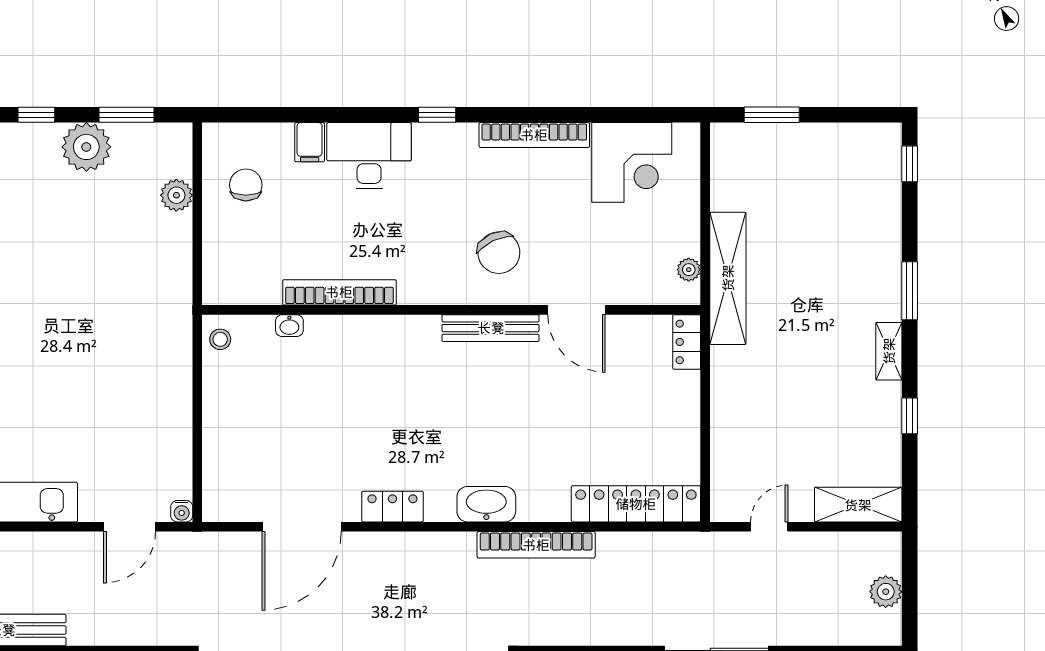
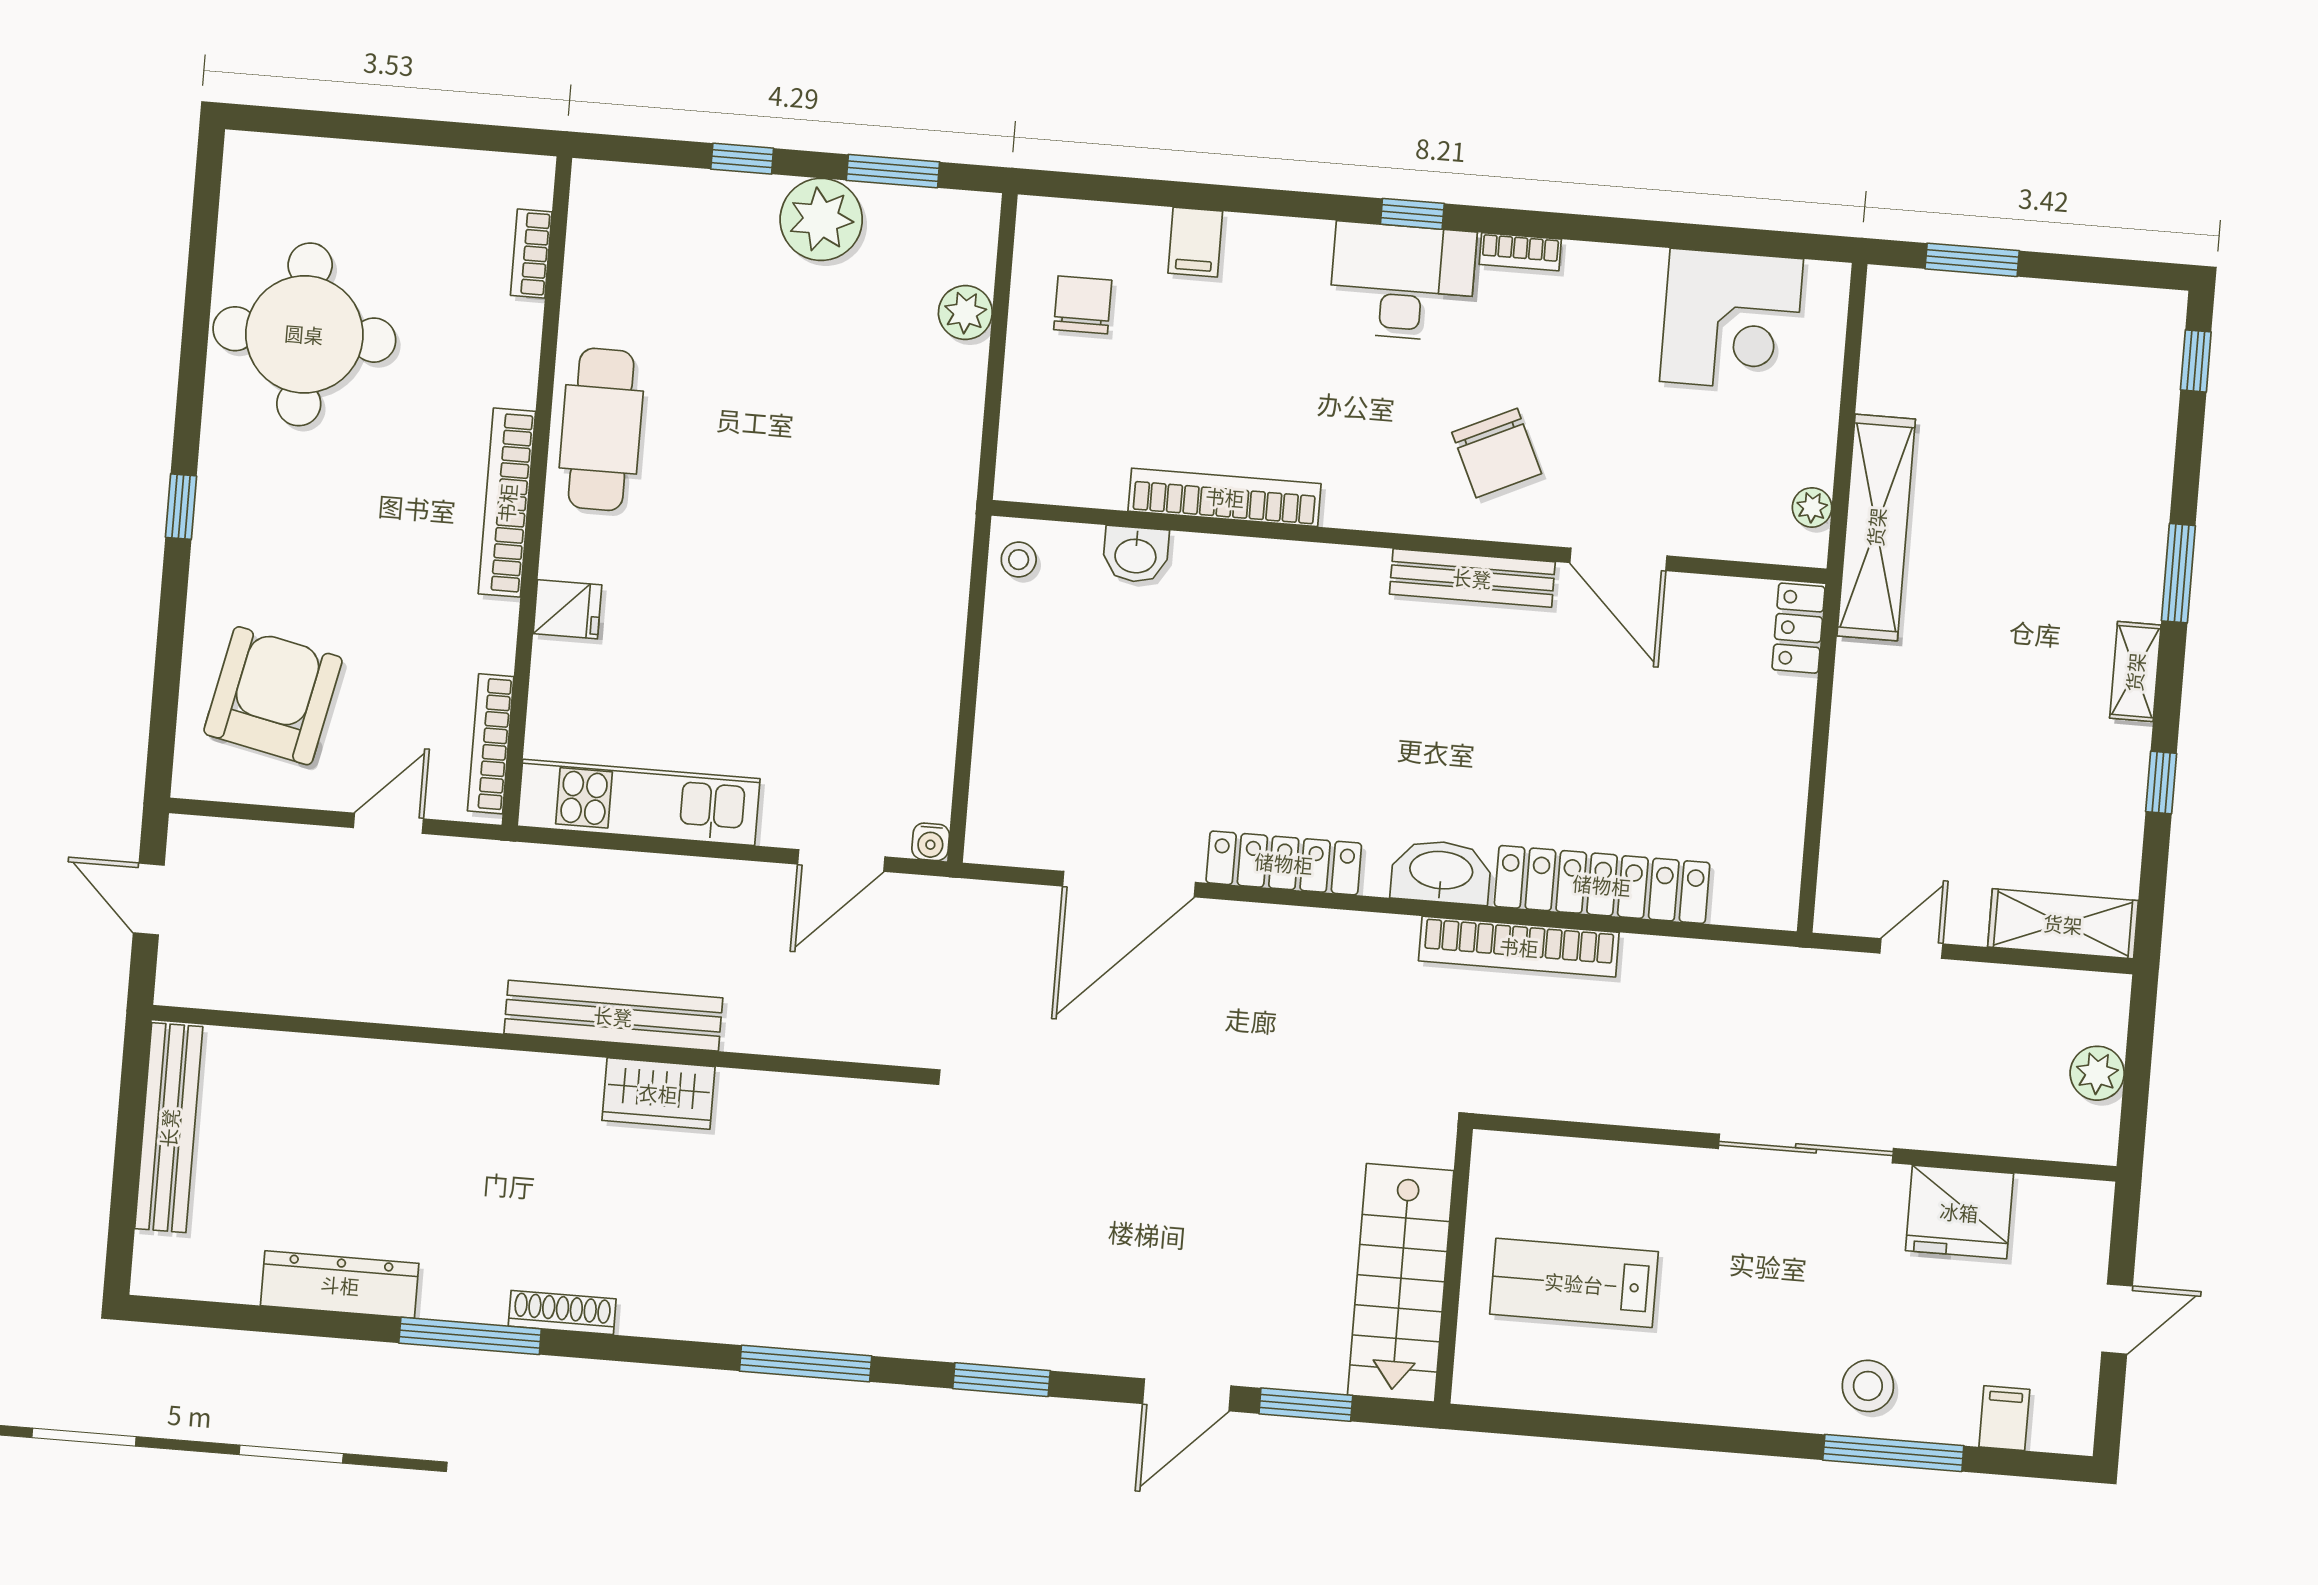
bookcase: (534, 135) -> (1520, 252), width x0.43, depth x0.76
desk: (369, 156) -> (1402, 282), moved
washbasin: (289, 326) -> (1136, 554), width x1.38, depth x1.45
locker: (636, 504) -> (1602, 885), moved
locker: (392, 507) -> (1284, 863), width x1.53

